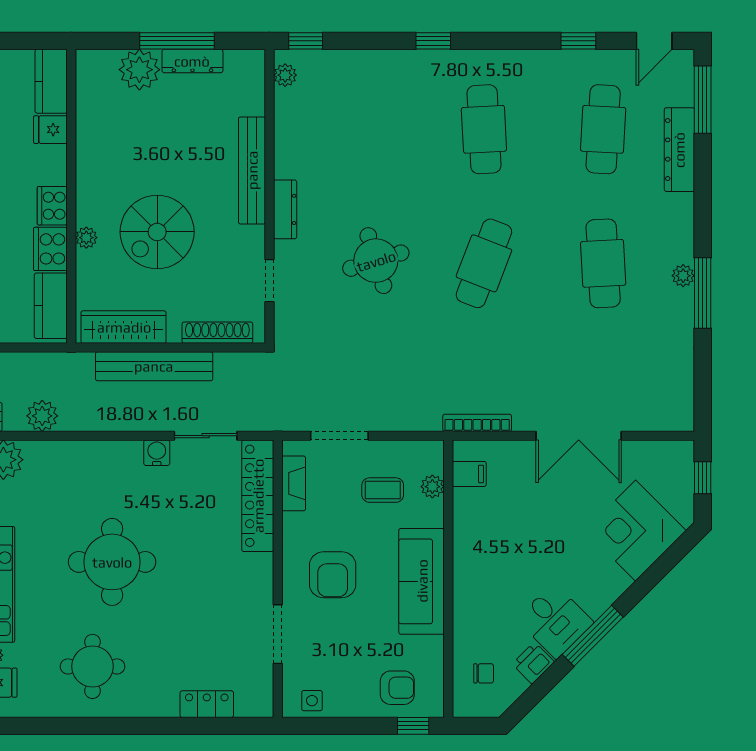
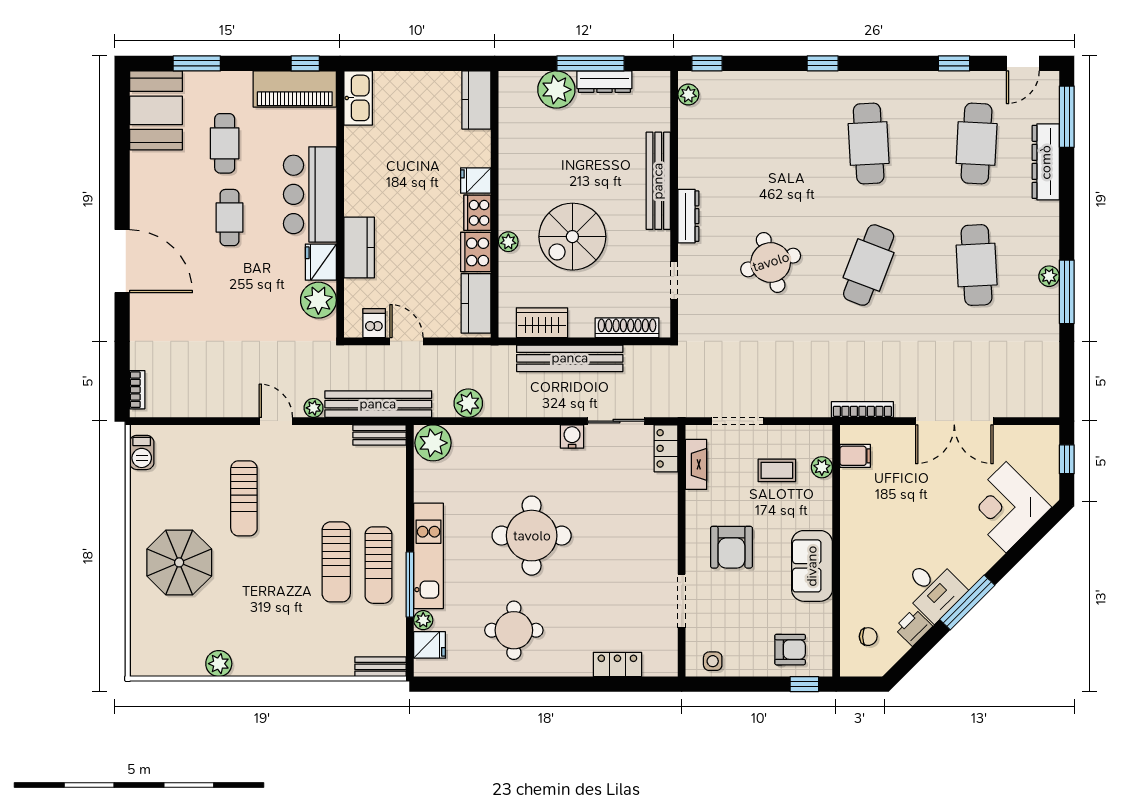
fridge: (50, 130) -> (476, 181), moved
wardrobe: (124, 327) -> (542, 323), width x0.67
locker: (258, 496) -> (666, 448), width x0.46, depth x0.83
sofa: (422, 581) -> (812, 566), width x0.73

